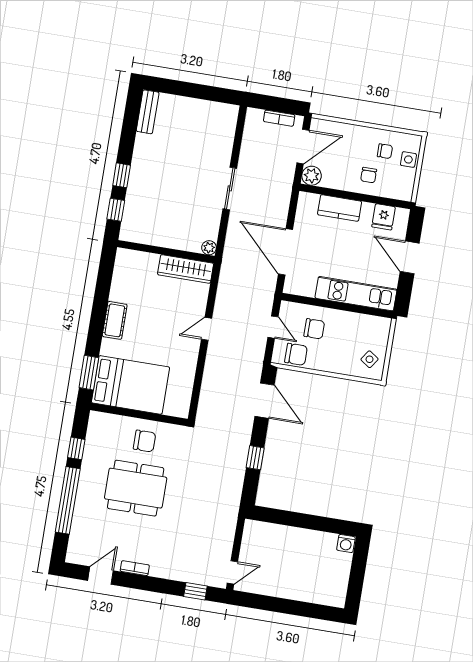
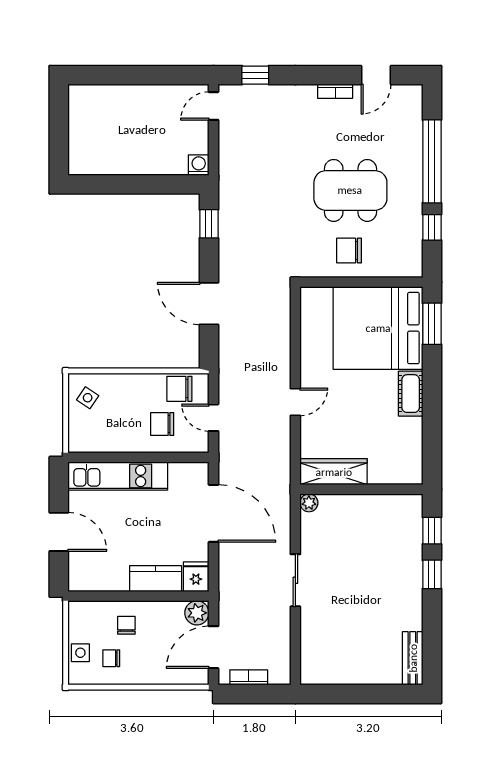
fridge: (384, 217) -> (196, 577), moved
bed: (130, 385) -> (378, 328), width x1.36
door: (265, 401) -> (209, 304), moved
window: (255, 458) -> (209, 224), moved
washing machine: (346, 543) -> (199, 165), moved

